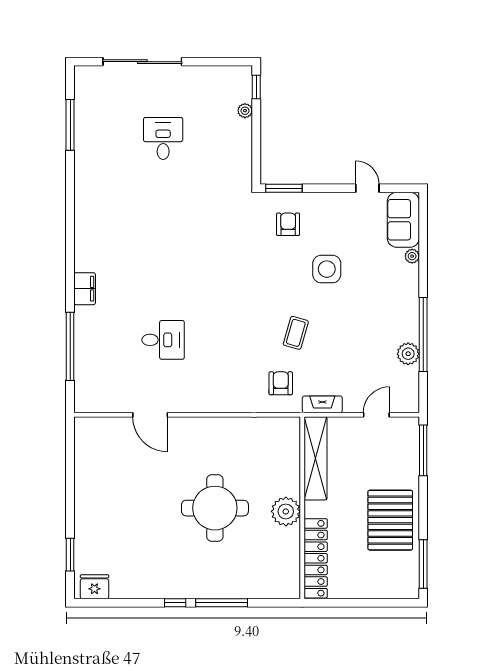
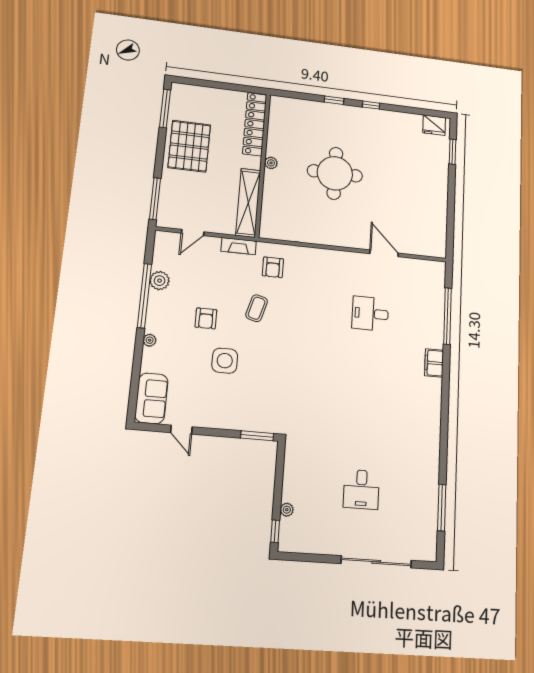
armchair: (288, 224) -> (206, 318), moved
plant: (412, 256) -> (150, 340), moved
plant: (286, 511) -> (271, 163), width x0.53, depth x0.53
window: (222, 603) -> (334, 100), width x0.46

